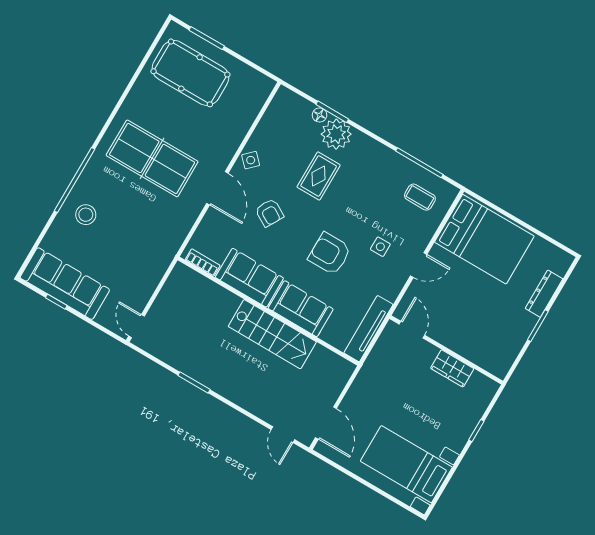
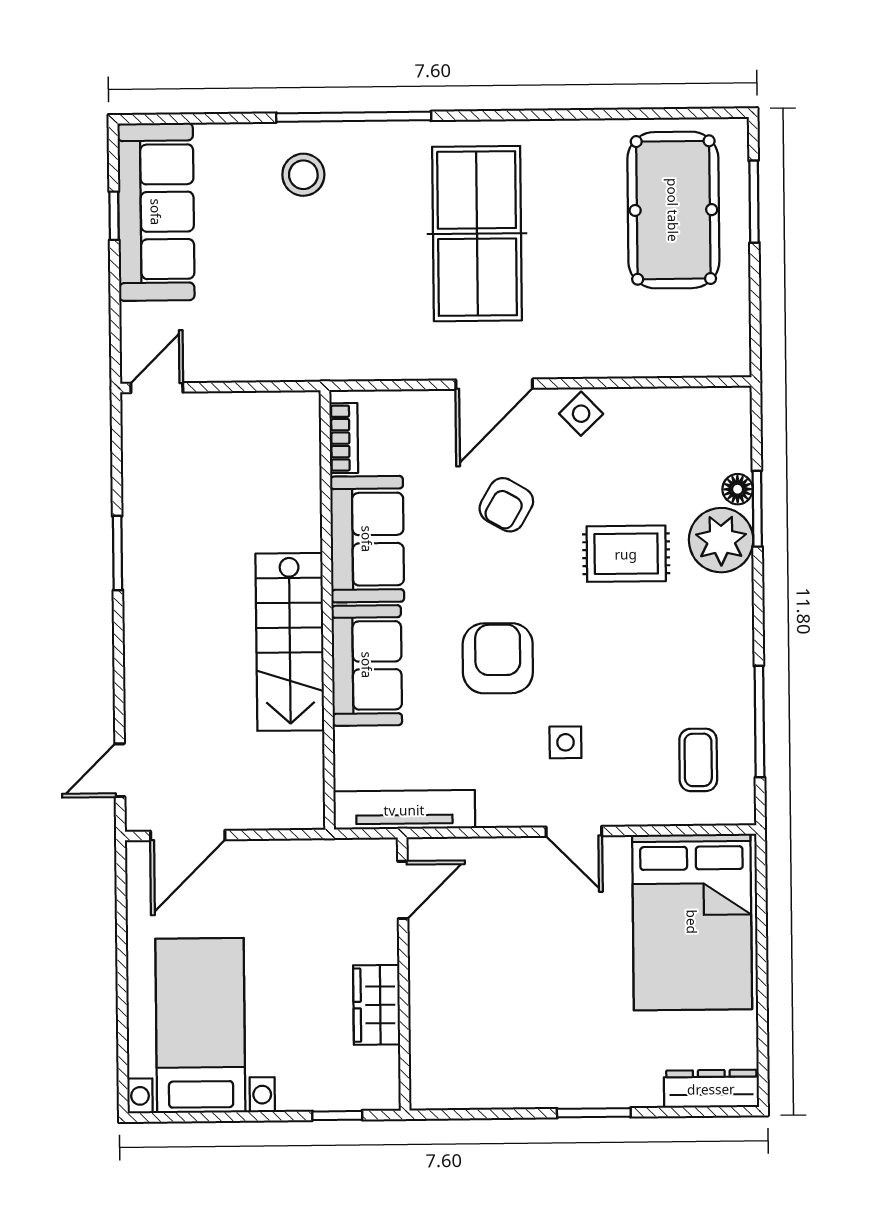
dresser: (544, 294) -> (711, 1089), moved
door: (412, 330) -> (403, 890), moved
wall: (446, 350) -> (404, 974), moved
wardrobe: (452, 368) -> (377, 1005), moved

